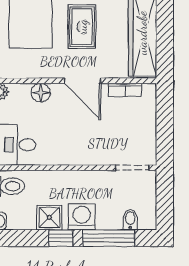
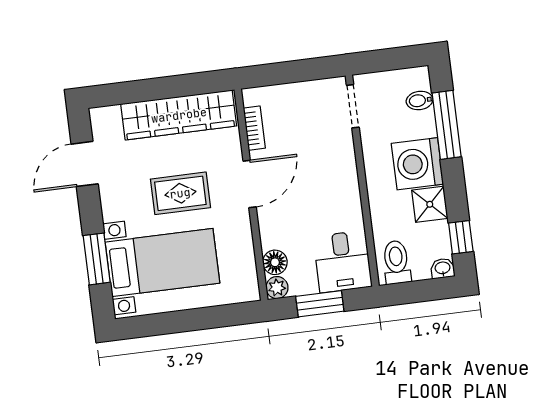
floor lamp: (41, 93) -> (275, 262), moved
washing machine: (82, 217) -> (417, 164), width x1.37, depth x1.37
window: (61, 238) -> (461, 237), moved

